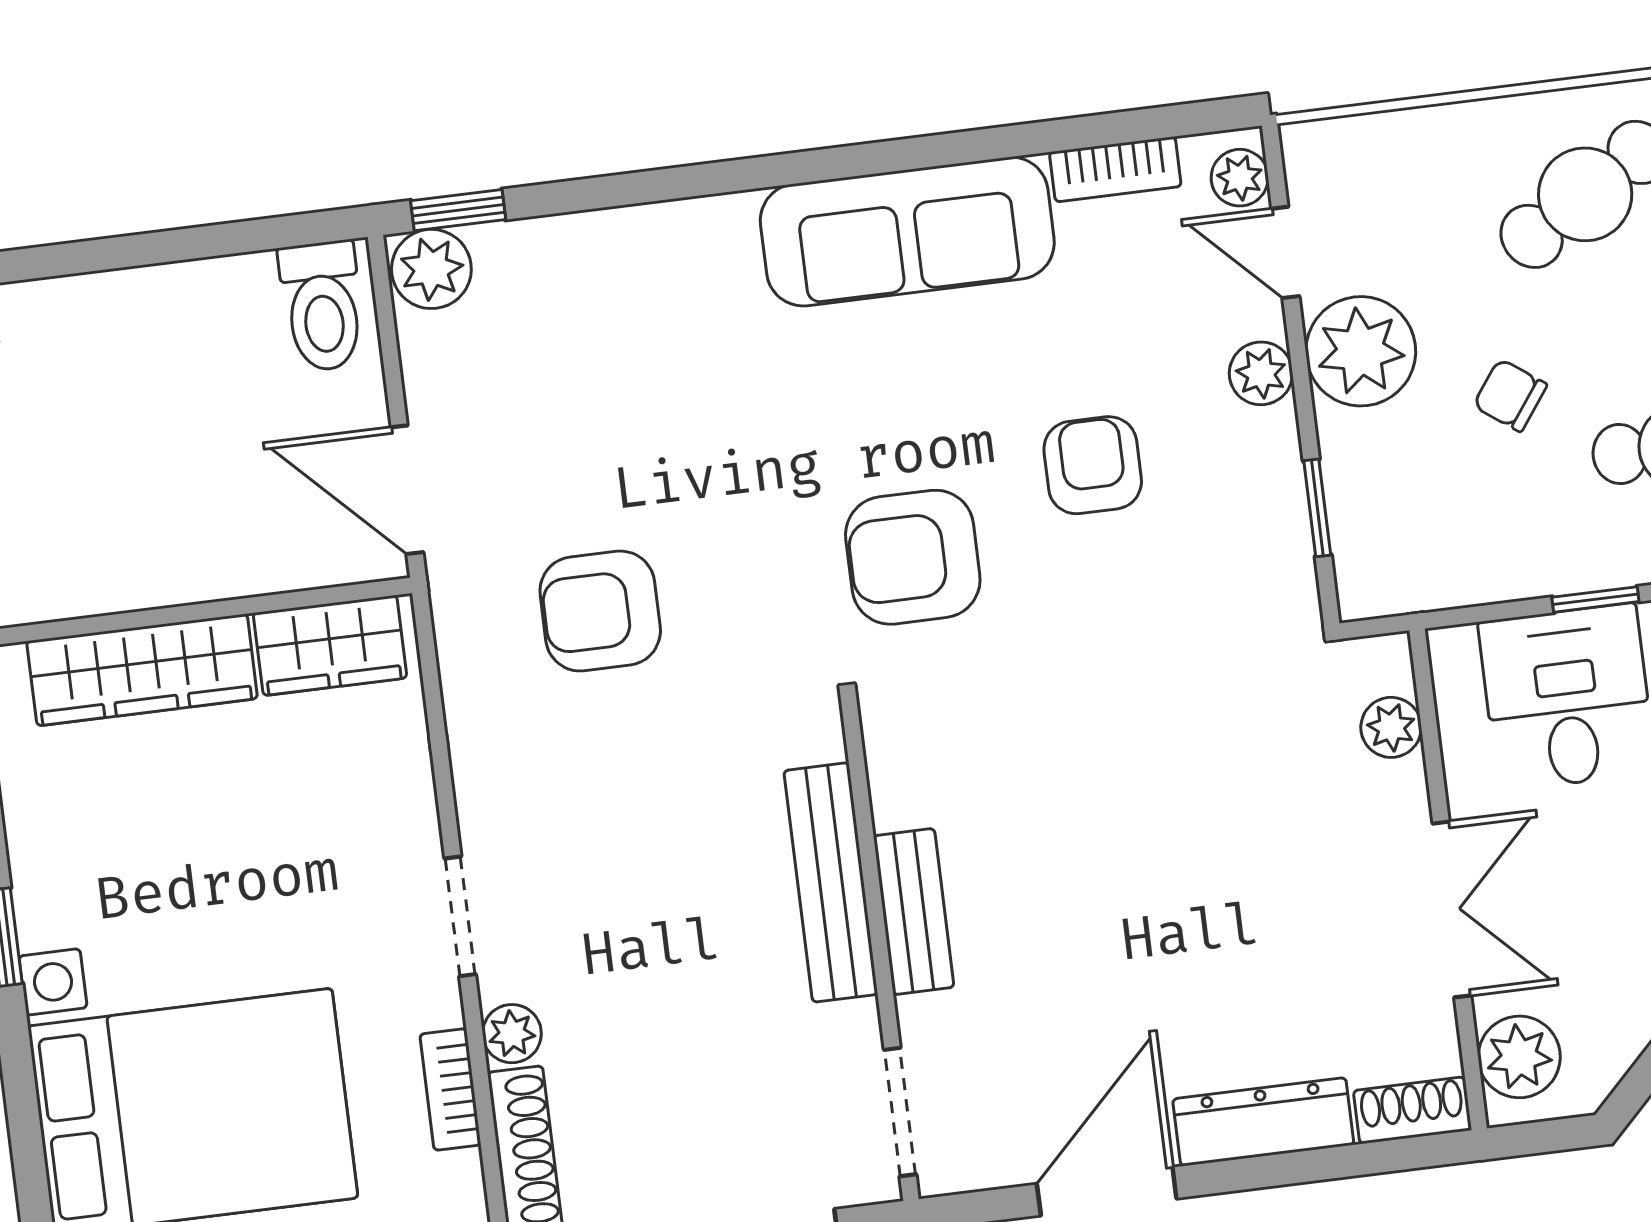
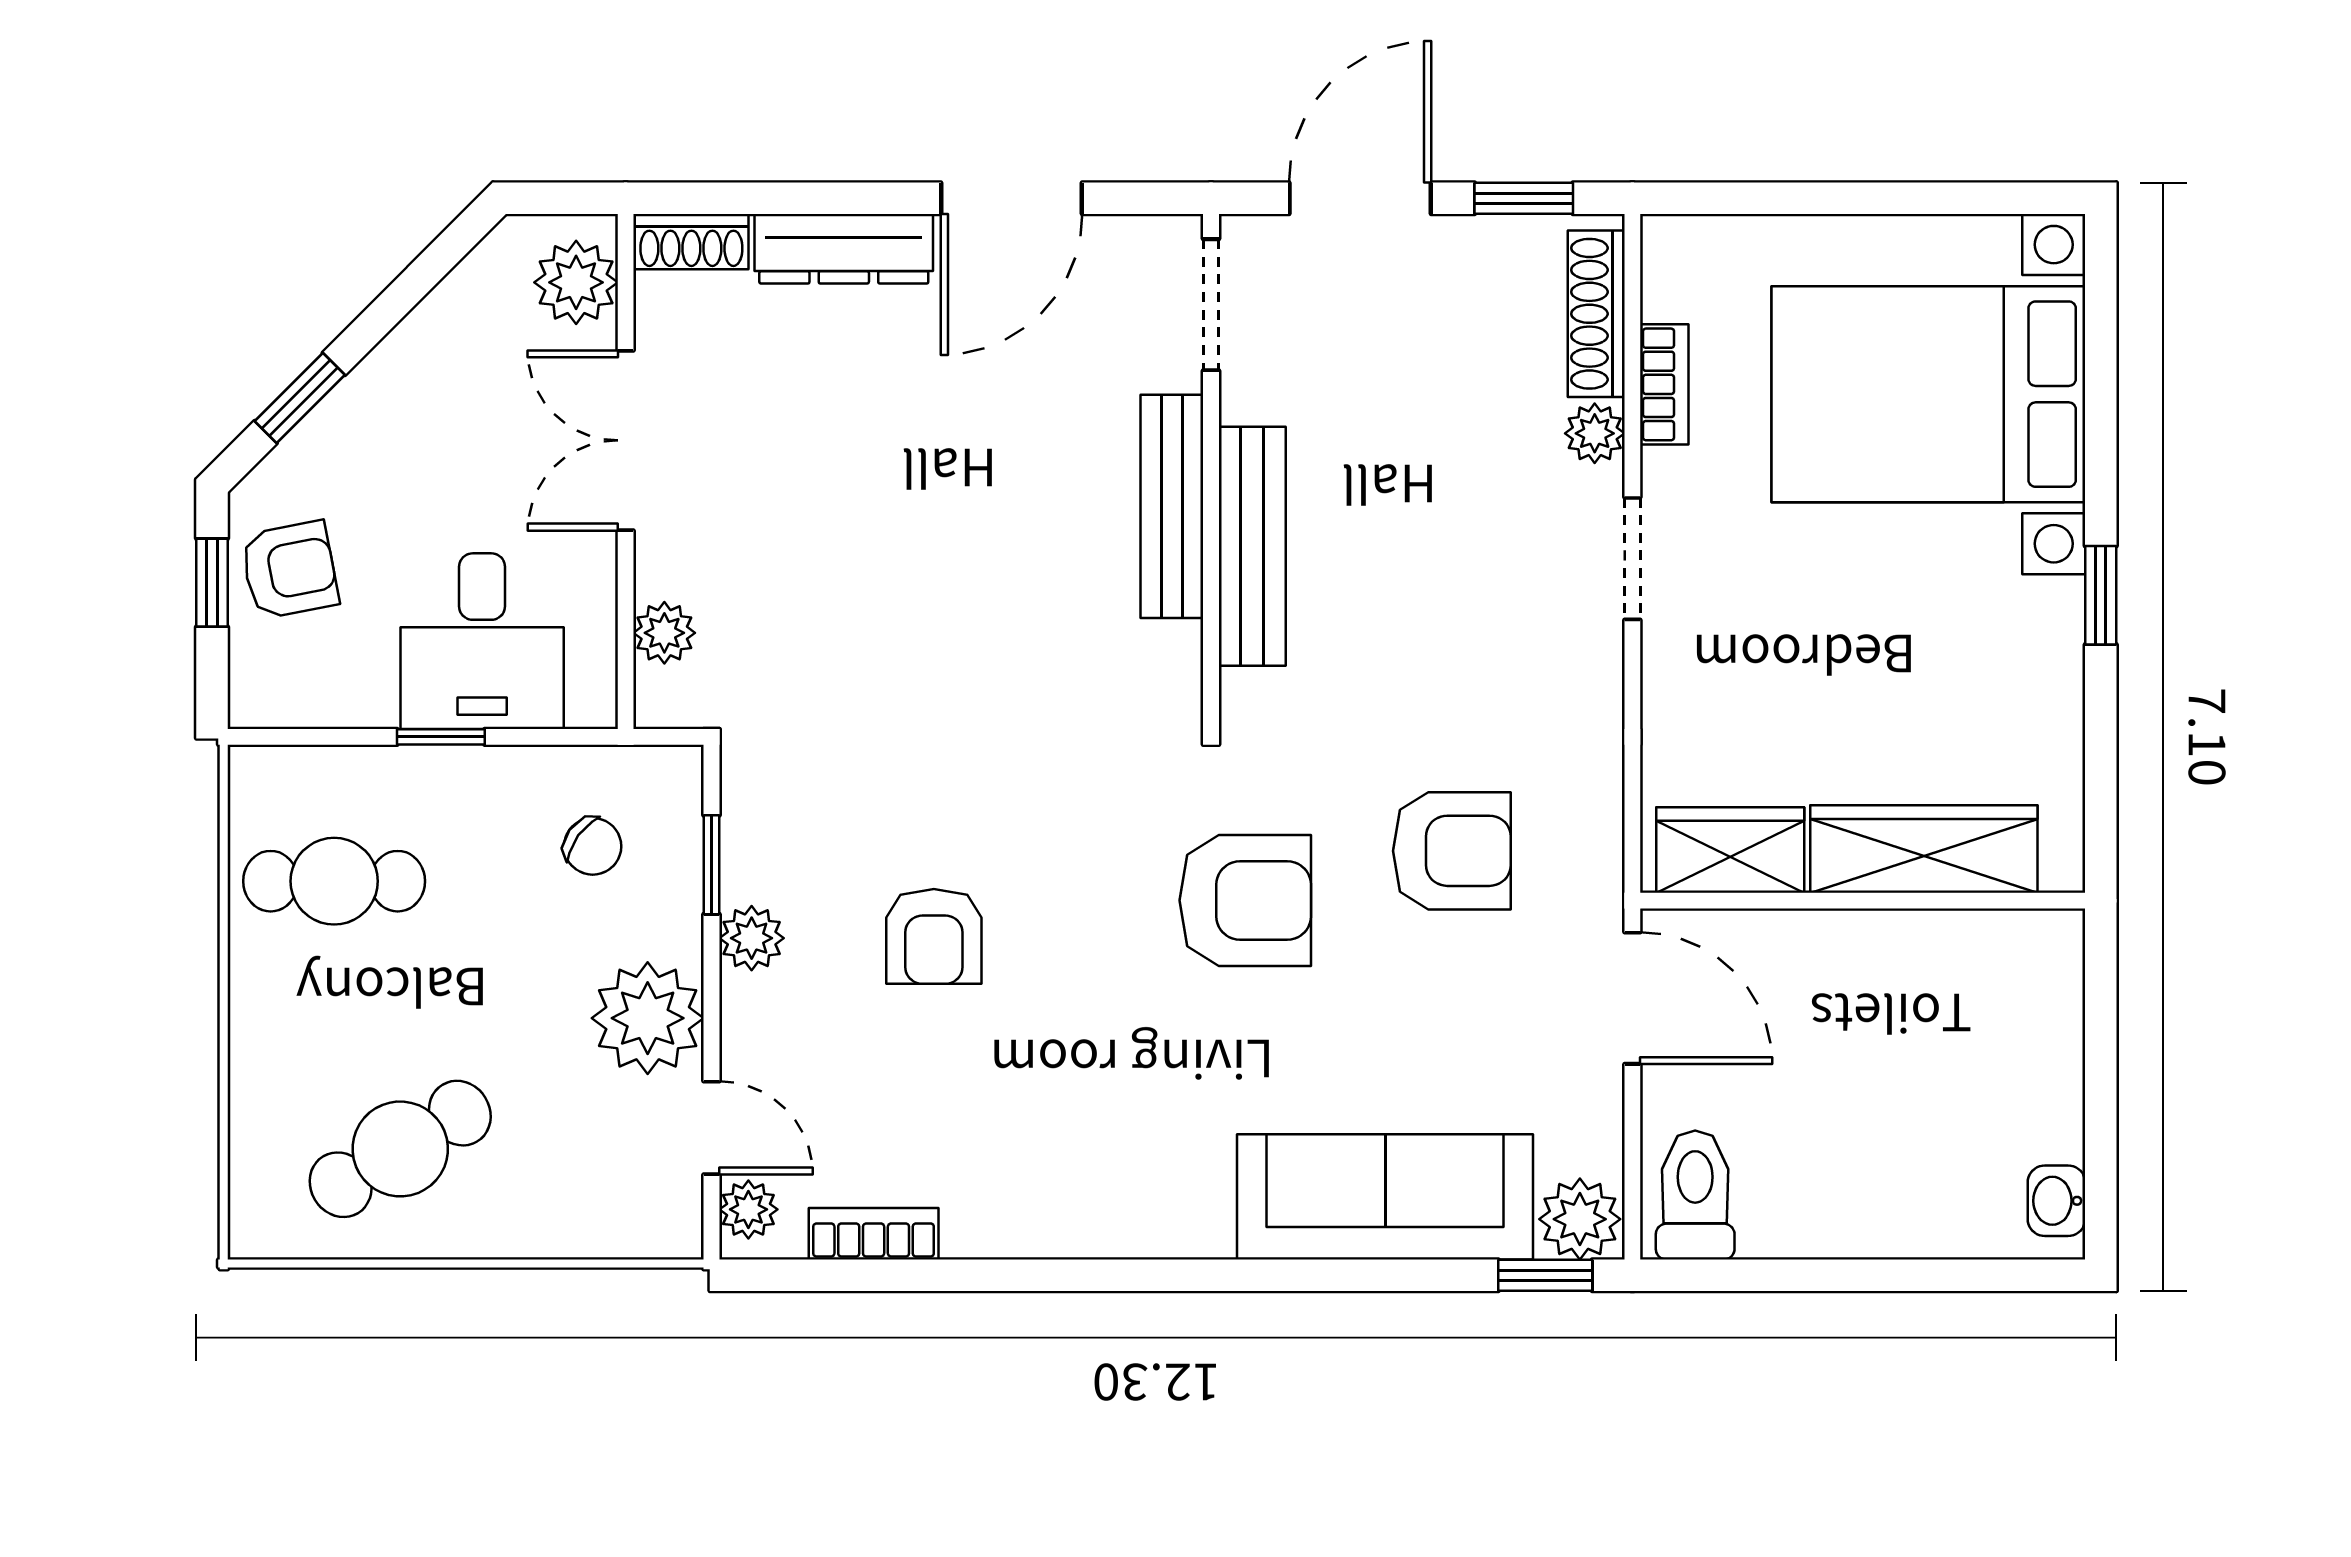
sofa: (907, 232) -> (1385, 1197), moved
plant: (1261, 373) -> (752, 938), moved
chair: (1510, 395) -> (593, 846), moved
armchair: (913, 557) -> (1245, 900), moved
bench: (914, 912) -> (1172, 506), width x1.36

